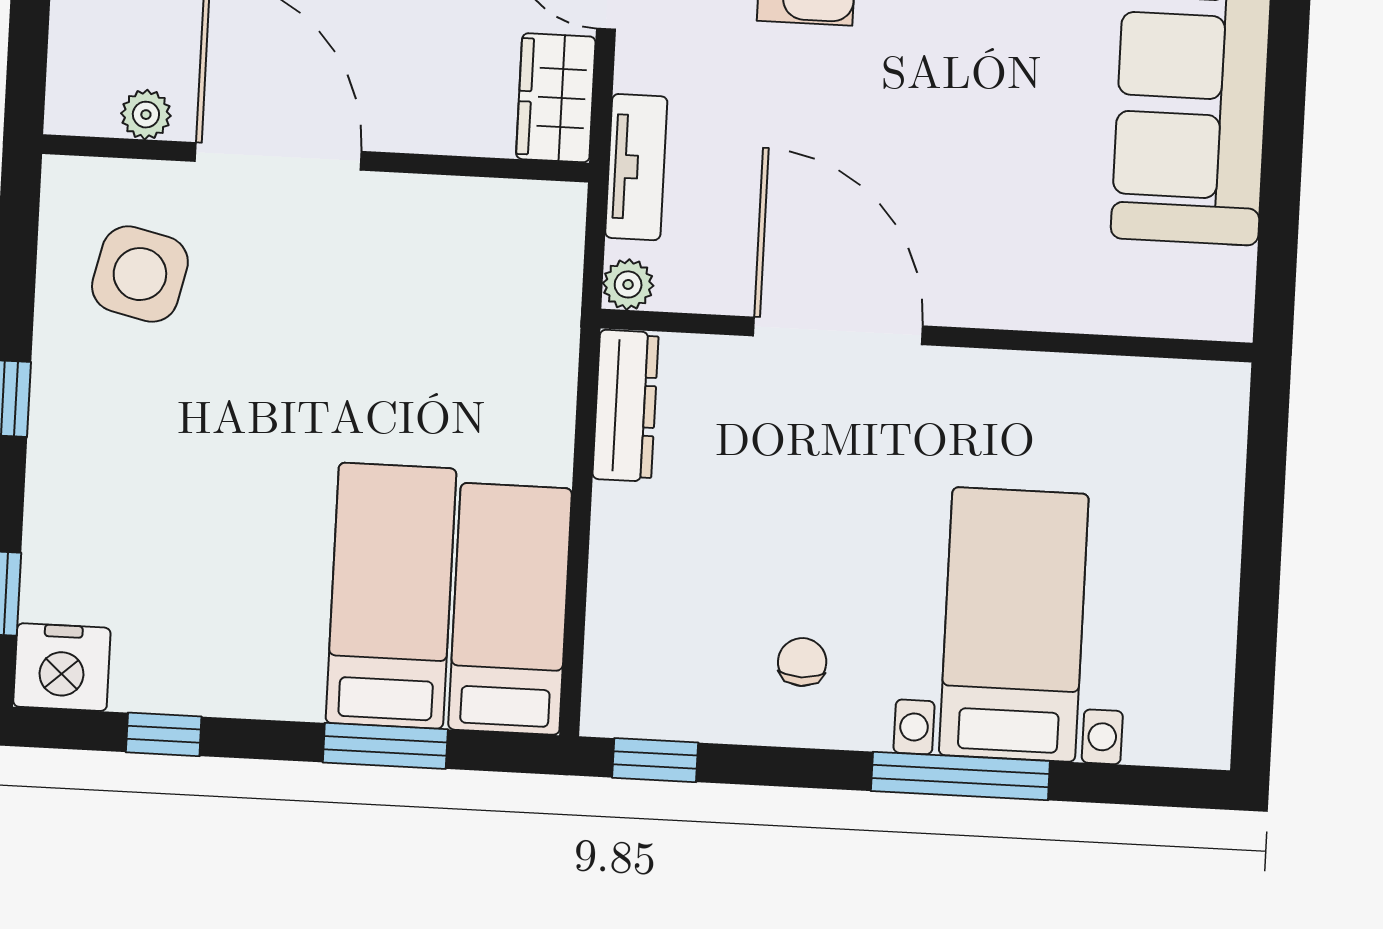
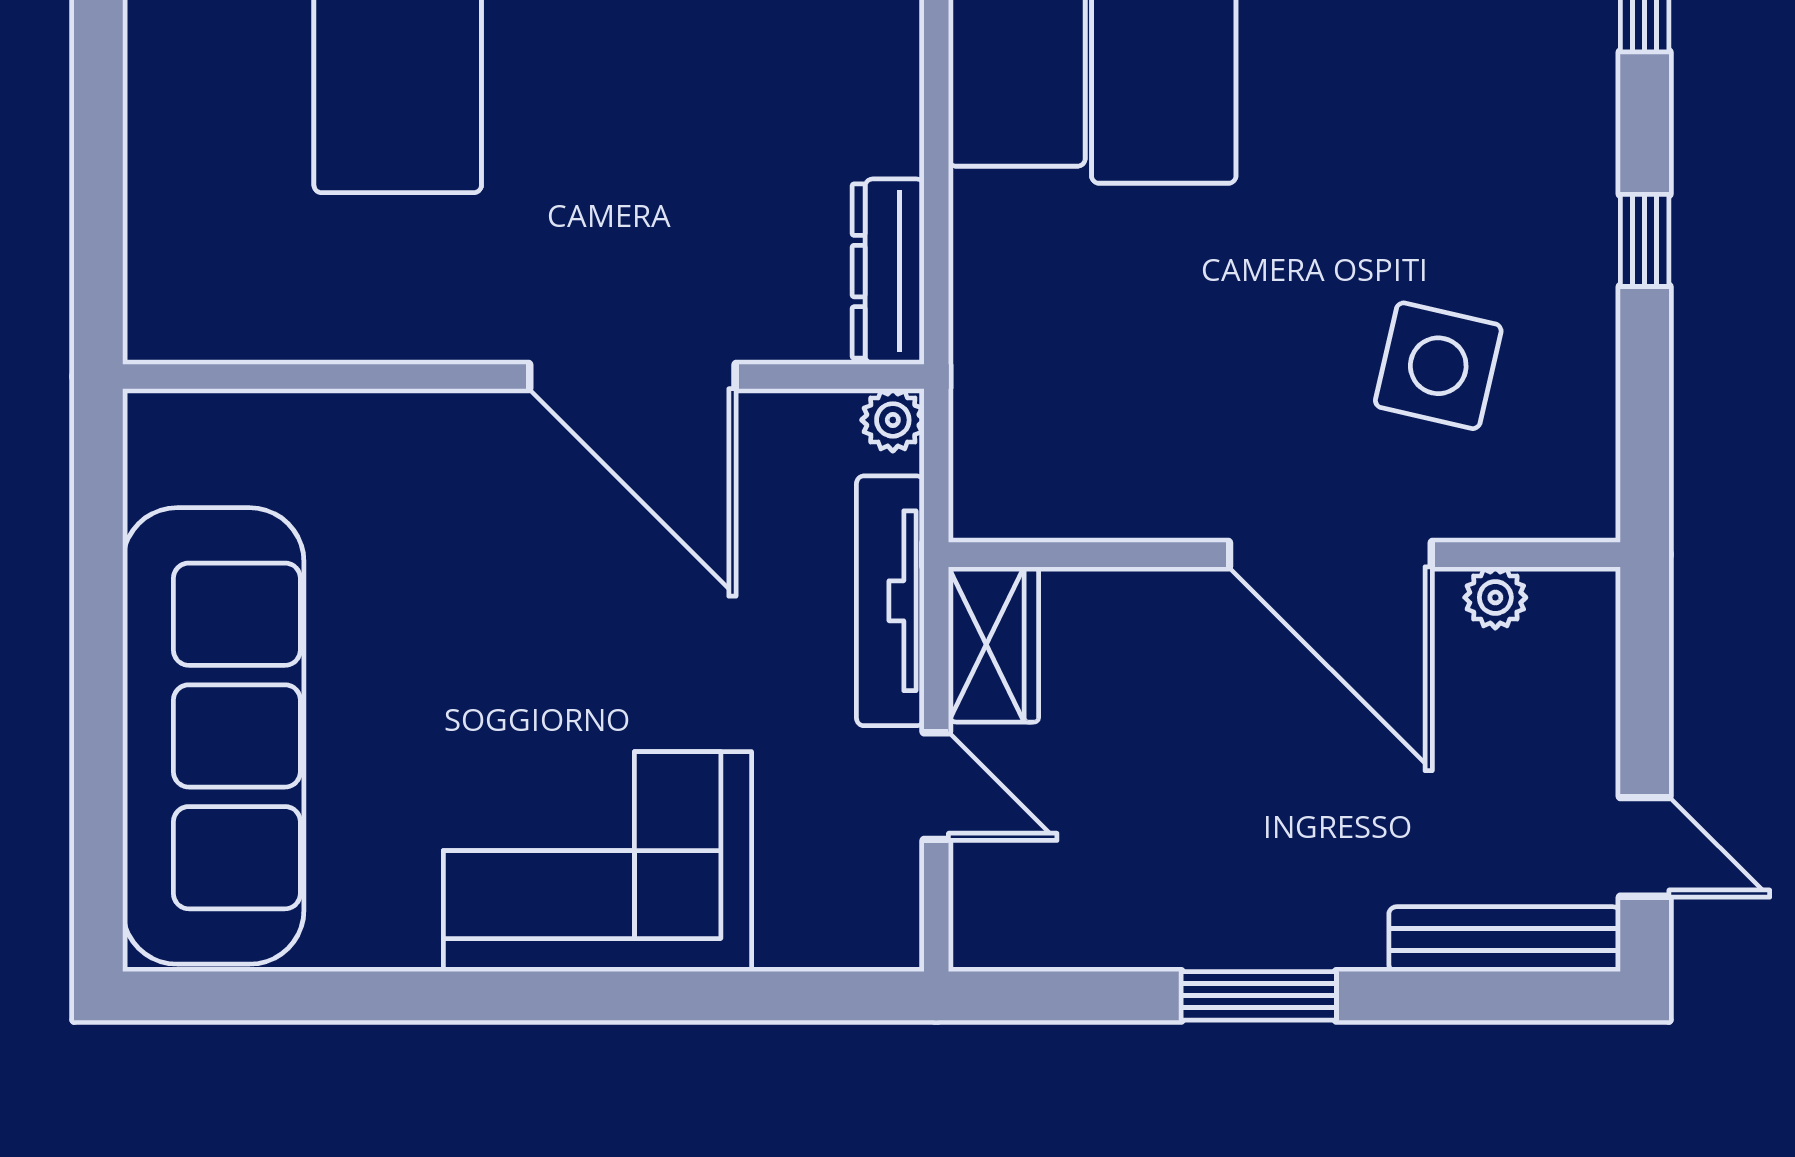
tv unit: (636, 167) -> (890, 601), width x1.41
side table: (140, 274) -> (1438, 366), moved

